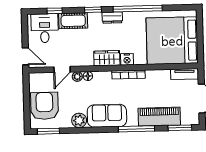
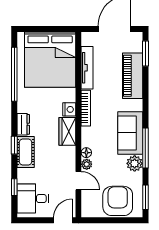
window: (138, 9) -> (14, 74), moved
cot: (73, 21) -> (26, 152), moved
tv unit: (184, 74) -> (87, 68), moved, width x1.41
armchair: (44, 106) -> (118, 201), turned 90
window: (136, 129) -> (145, 148), moved

